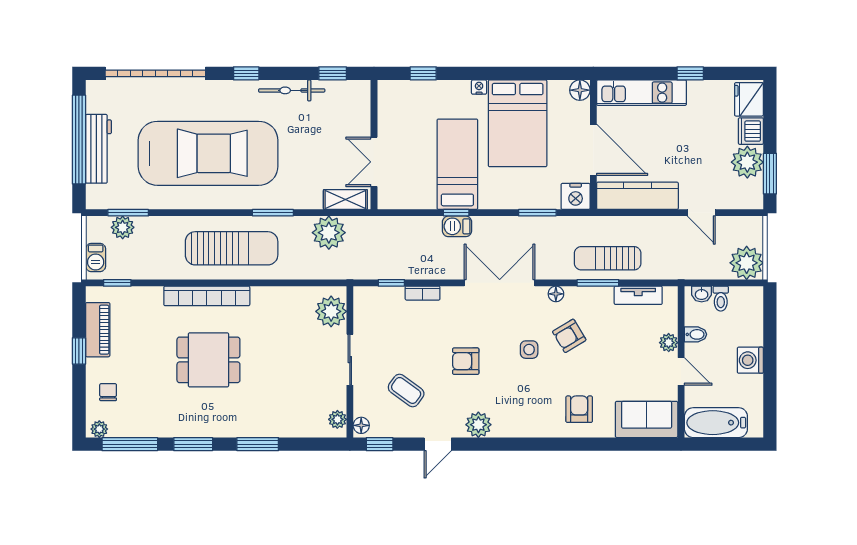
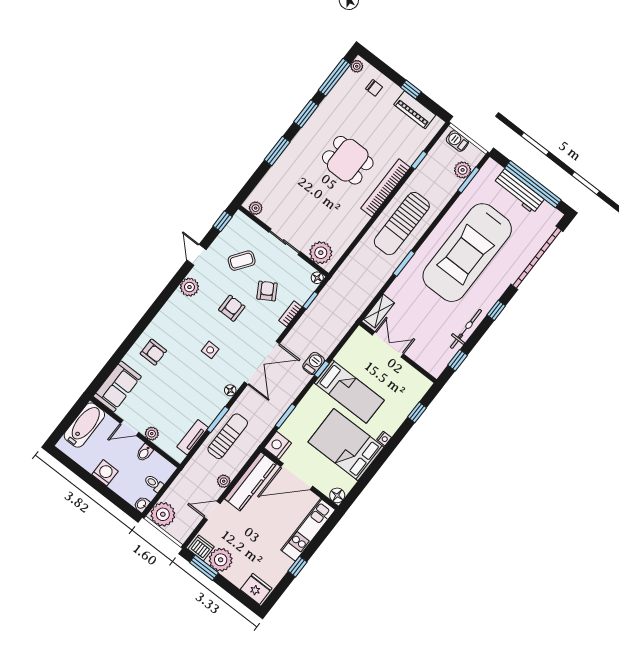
dishwasher: (751, 131) -> (201, 548), moved
plant: (329, 233) -> (224, 481), moved, width x0.53, depth x0.53
window: (117, 283) -> (419, 160), moved
washbasin: (702, 294) -> (142, 504), moved
armchair: (569, 336) -> (267, 291), moved
dining table: (208, 360) -> (348, 160), turned 90
floor lamp: (361, 425) -> (317, 278), moved

